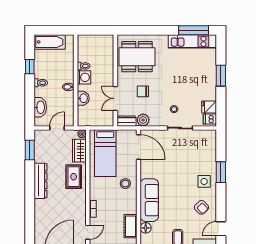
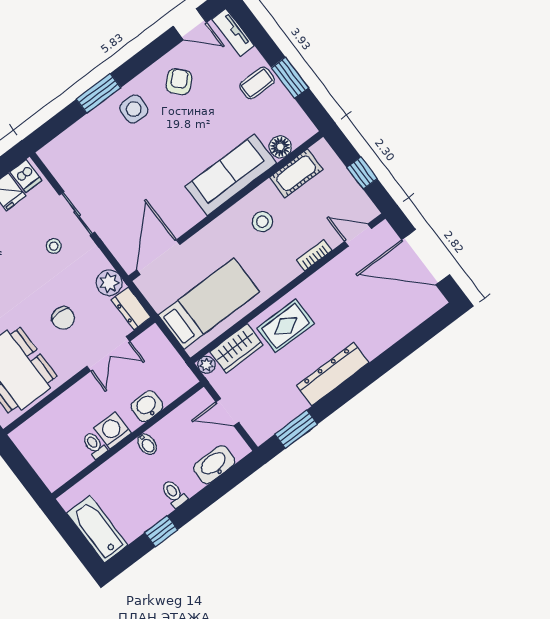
stool: (125, 184) -> (262, 222), moved

